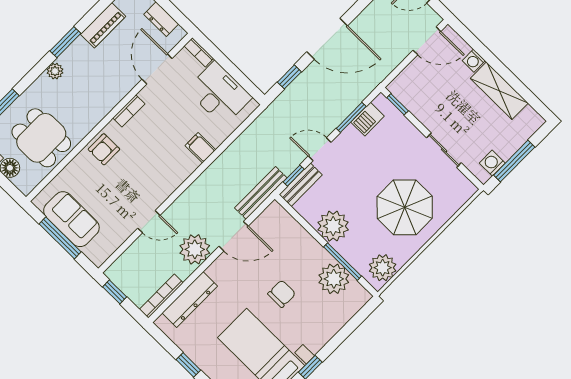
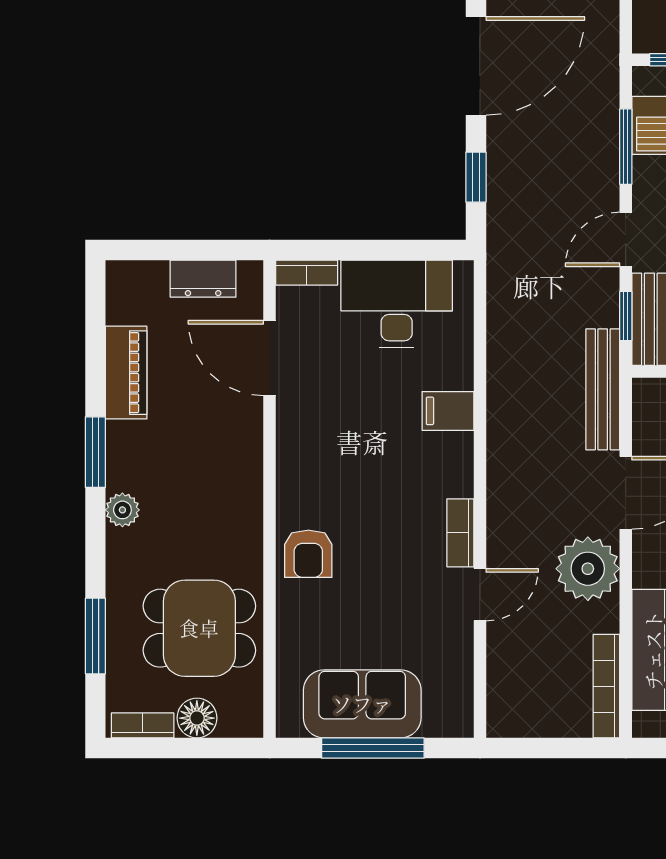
bookcase: (129, 111) -> (460, 533), moved, turned 180
window: (115, 292) -> (532, 748), removed

